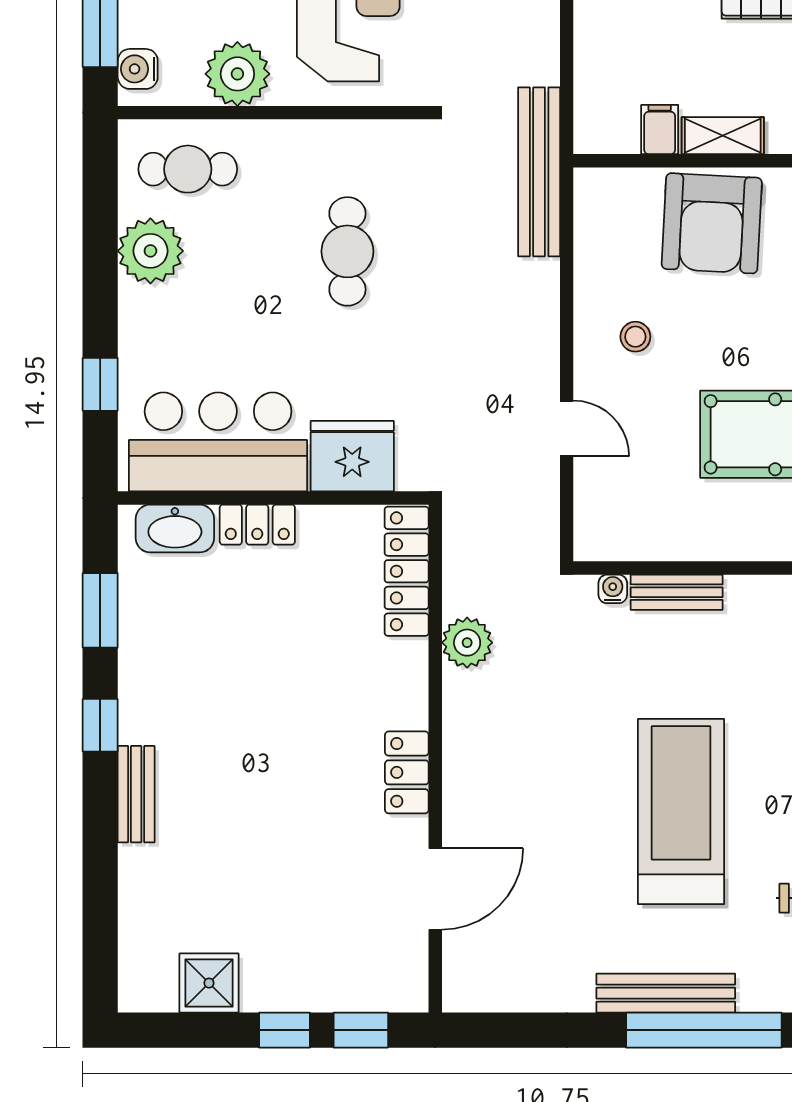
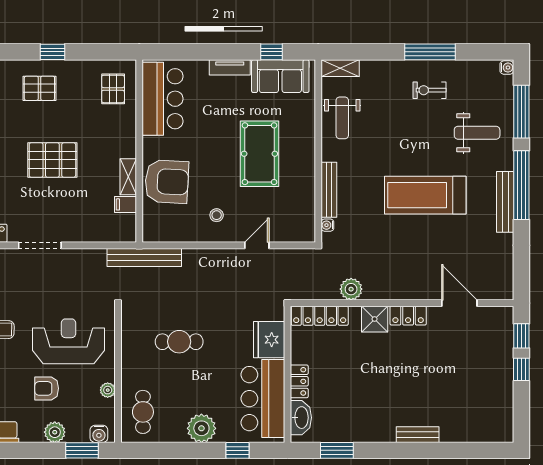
plant: (237, 74) -> (108, 390), width x0.53, depth x0.53
plant: (150, 251) -> (201, 428), moved
bench: (677, 592) -> (329, 190), width x1.36
window: (100, 725) -> (387, 450), removed
shower: (209, 983) -> (375, 319), moved

